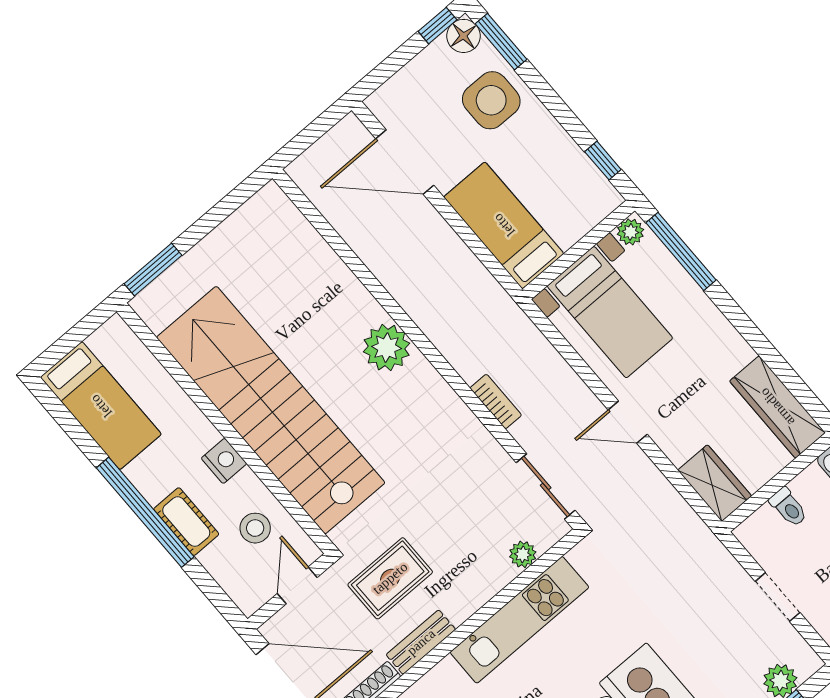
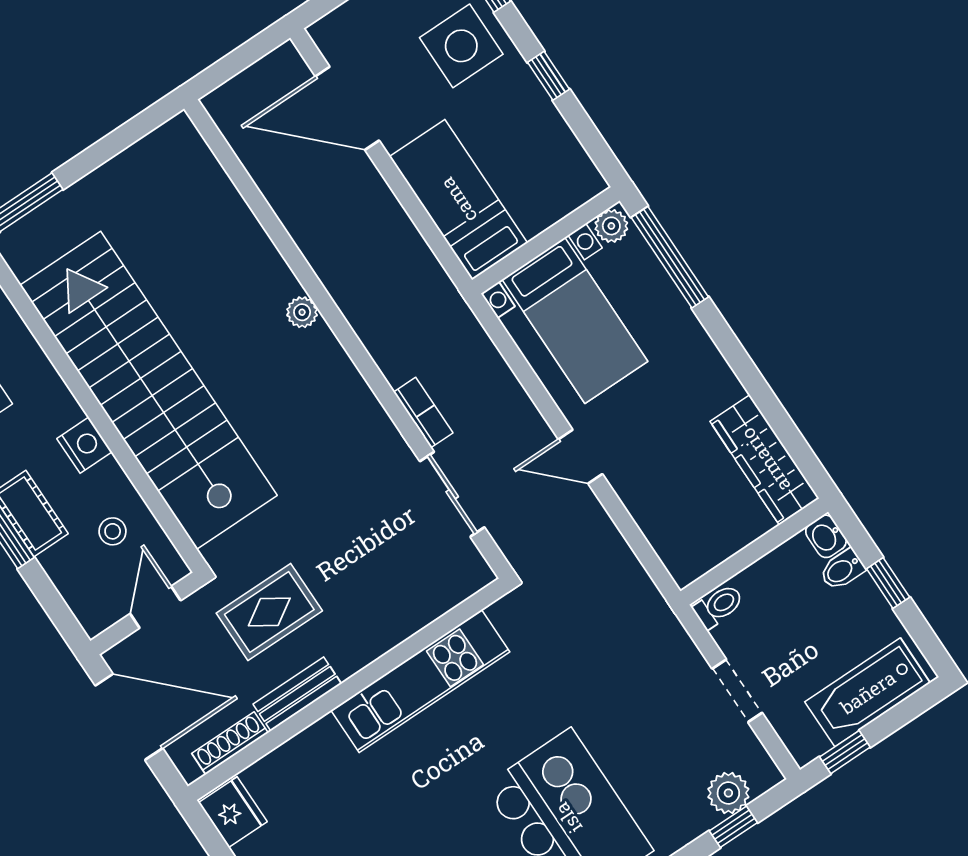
window: (603, 161) -> (548, 76), moved
plant: (387, 348) -> (302, 312), width x0.53, depth x0.53
wardrobe: (715, 483) -> (677, 543), removed
sliding door: (546, 487) -> (452, 494), moved
toilet: (788, 507) -> (718, 606), moved, turned -90
stool: (255, 528) -> (113, 531), width x0.73, depth x0.73
plant: (523, 554) -> (434, 602), removed

